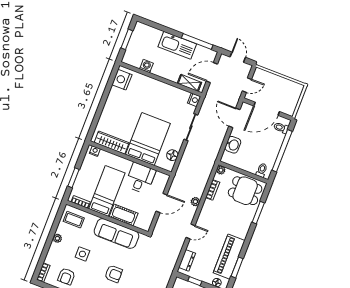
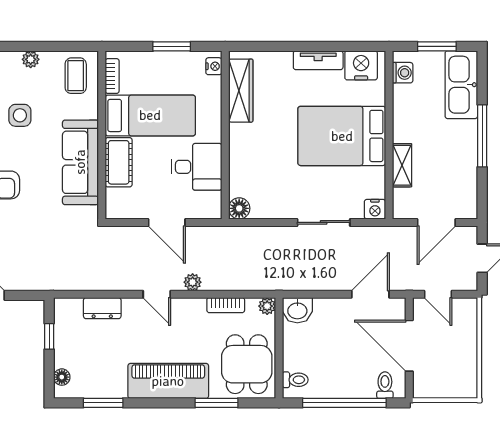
window: (197, 41) -> (482, 136), moved
kitchen sink: (177, 45) -> (461, 85), moved
washing machine: (146, 66) -> (403, 73), moved
door: (212, 73) -> (436, 222), swing flipped
shelving: (189, 83) -> (402, 165), moved
tv unit: (111, 99) -> (318, 60), added
bed: (148, 139) -> (342, 136), moved, turned 180
washbasin: (233, 145) -> (297, 310), moved
floor lamp: (172, 155) -> (239, 208), moved
window: (73, 178) -> (172, 46), moved
door: (190, 231) -> (157, 294), moved
piano: (229, 257) -> (168, 381), moved
dresser: (187, 260) -> (102, 308), moved

